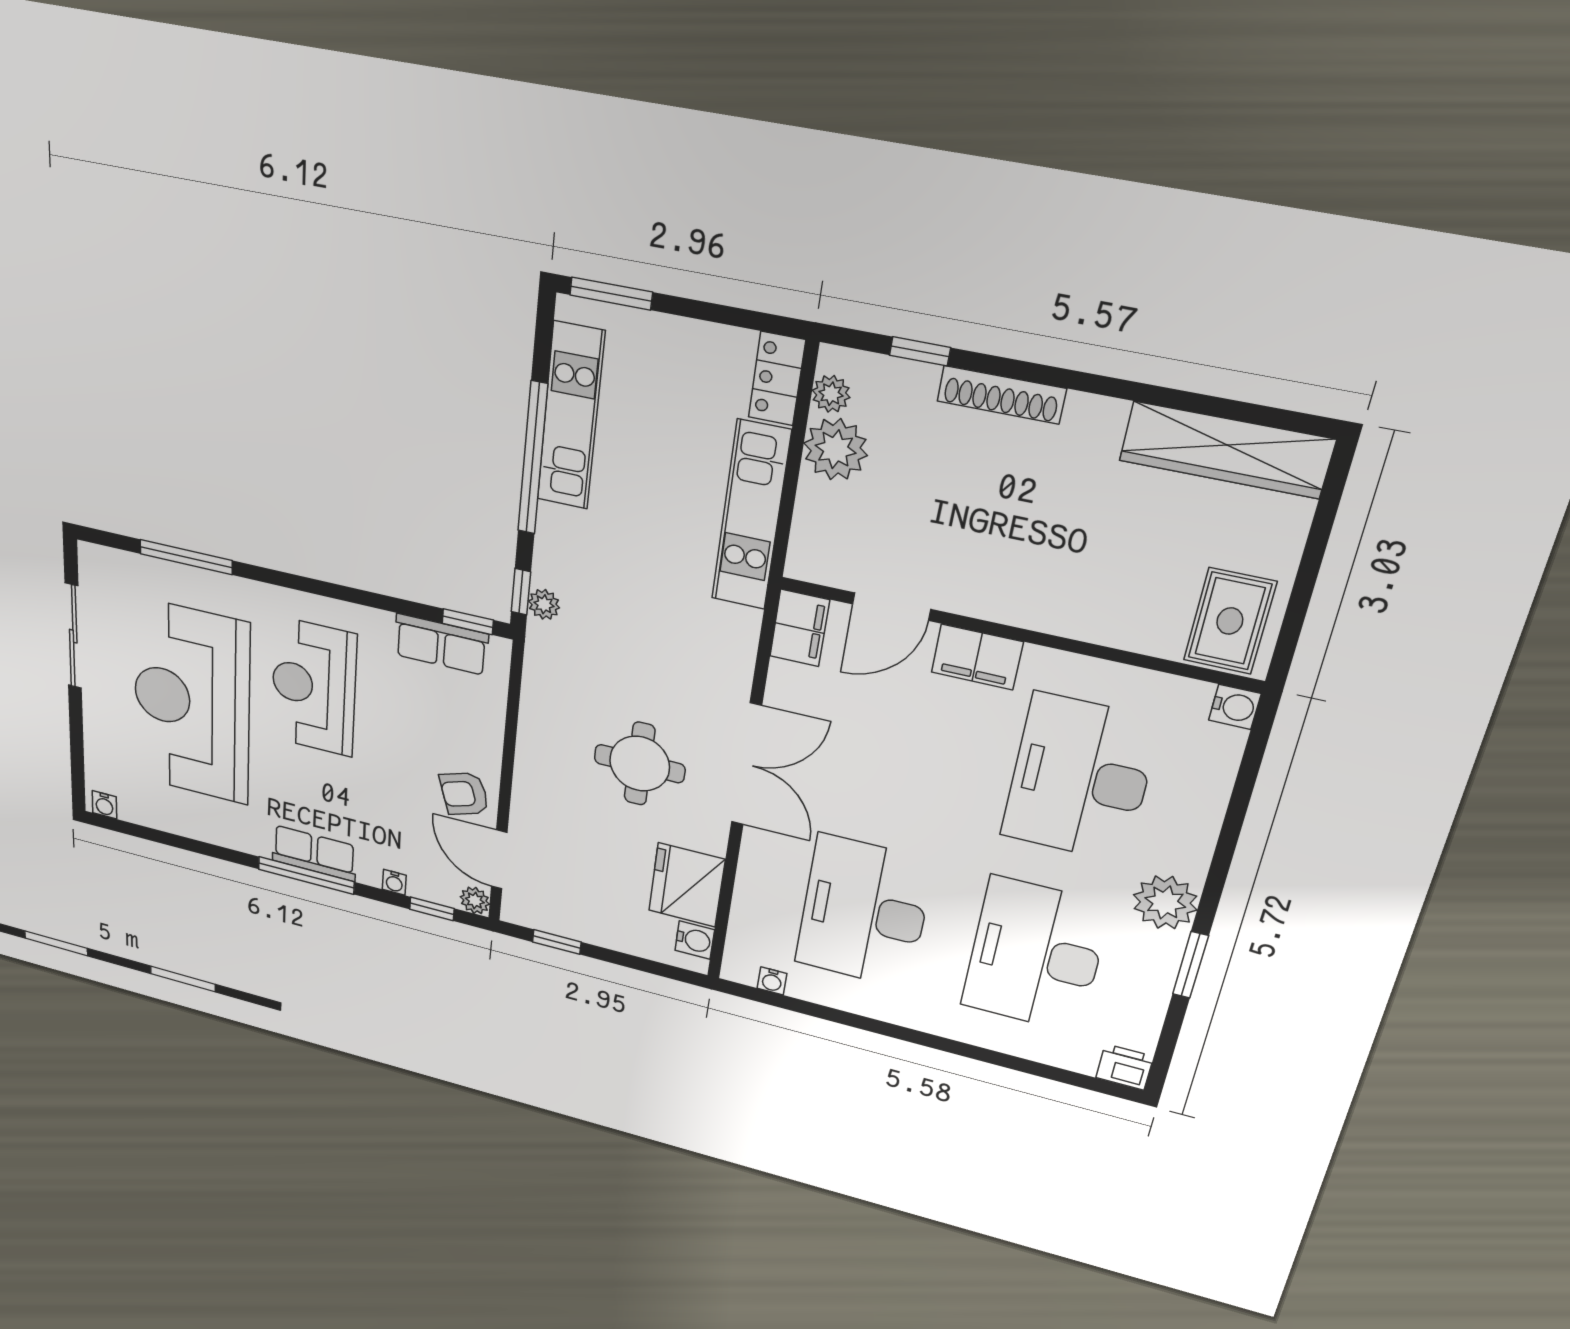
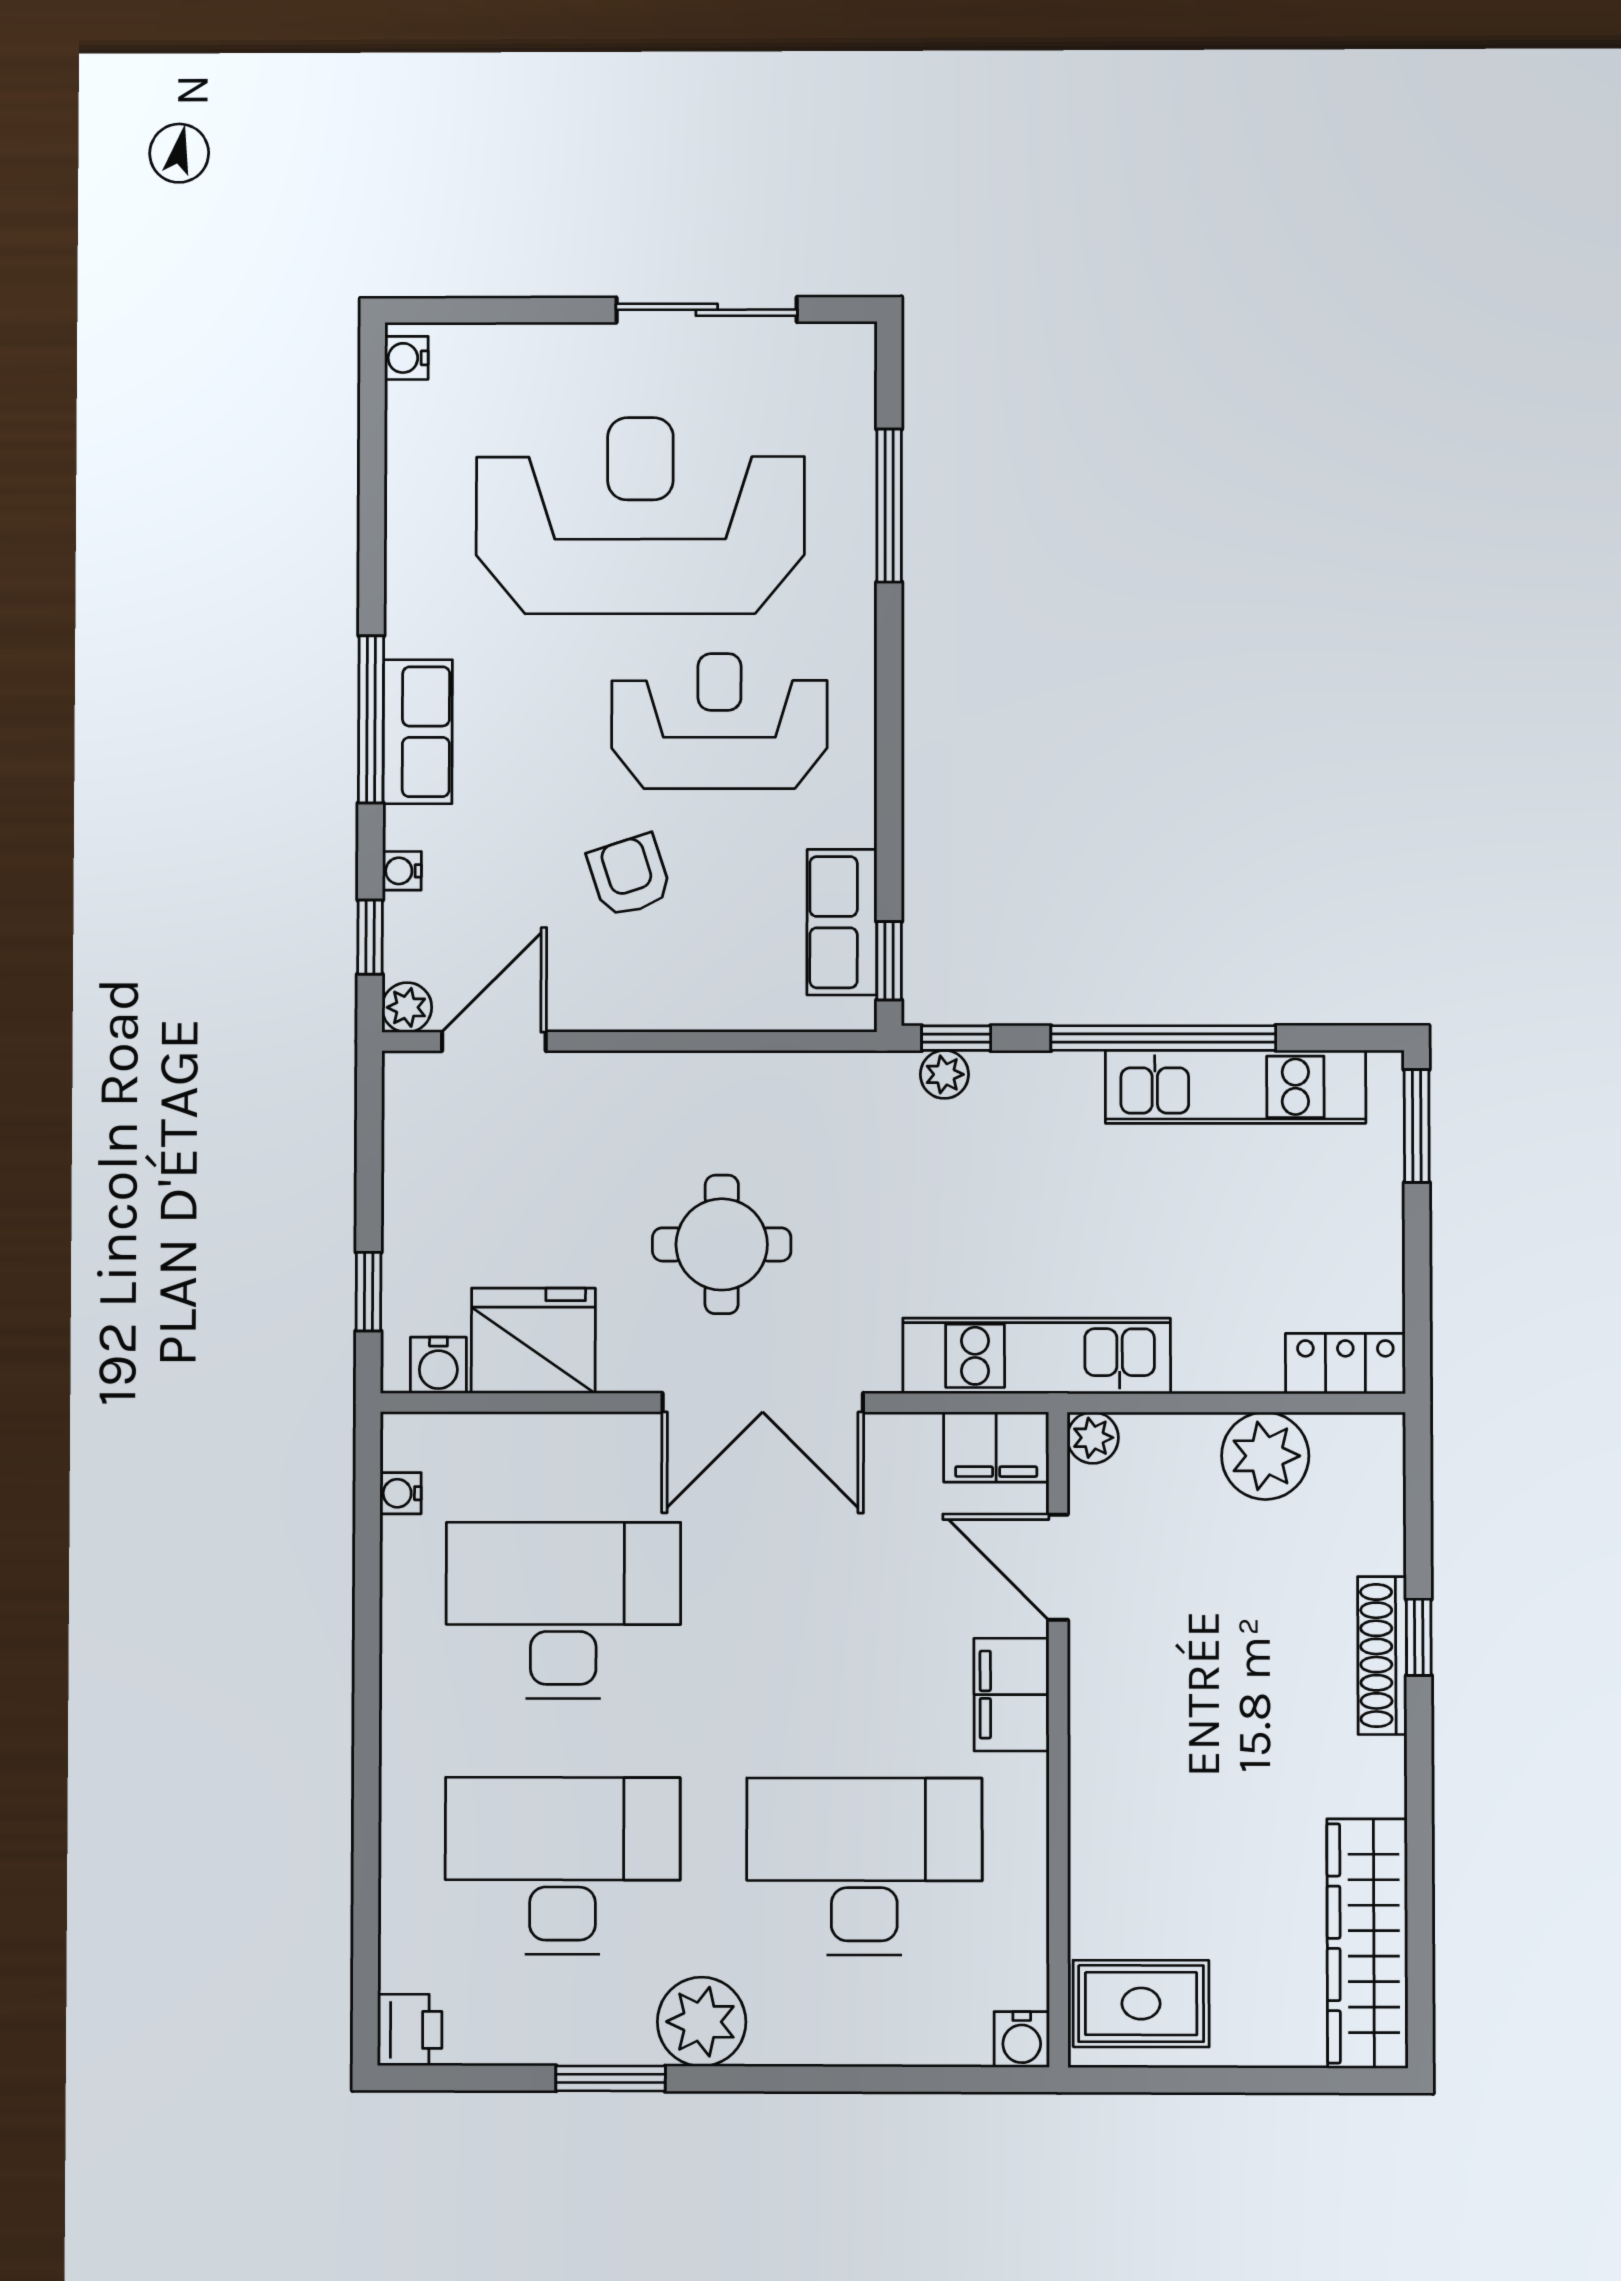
window: (920, 351) -> (1419, 1637), moved
plant: (831, 394) -> (1093, 1438), moved
kitchen unit: (751, 516) -> (1037, 1356), moved
armchair: (464, 794) -> (629, 876), moved
window: (557, 942) -> (369, 1292), moved

